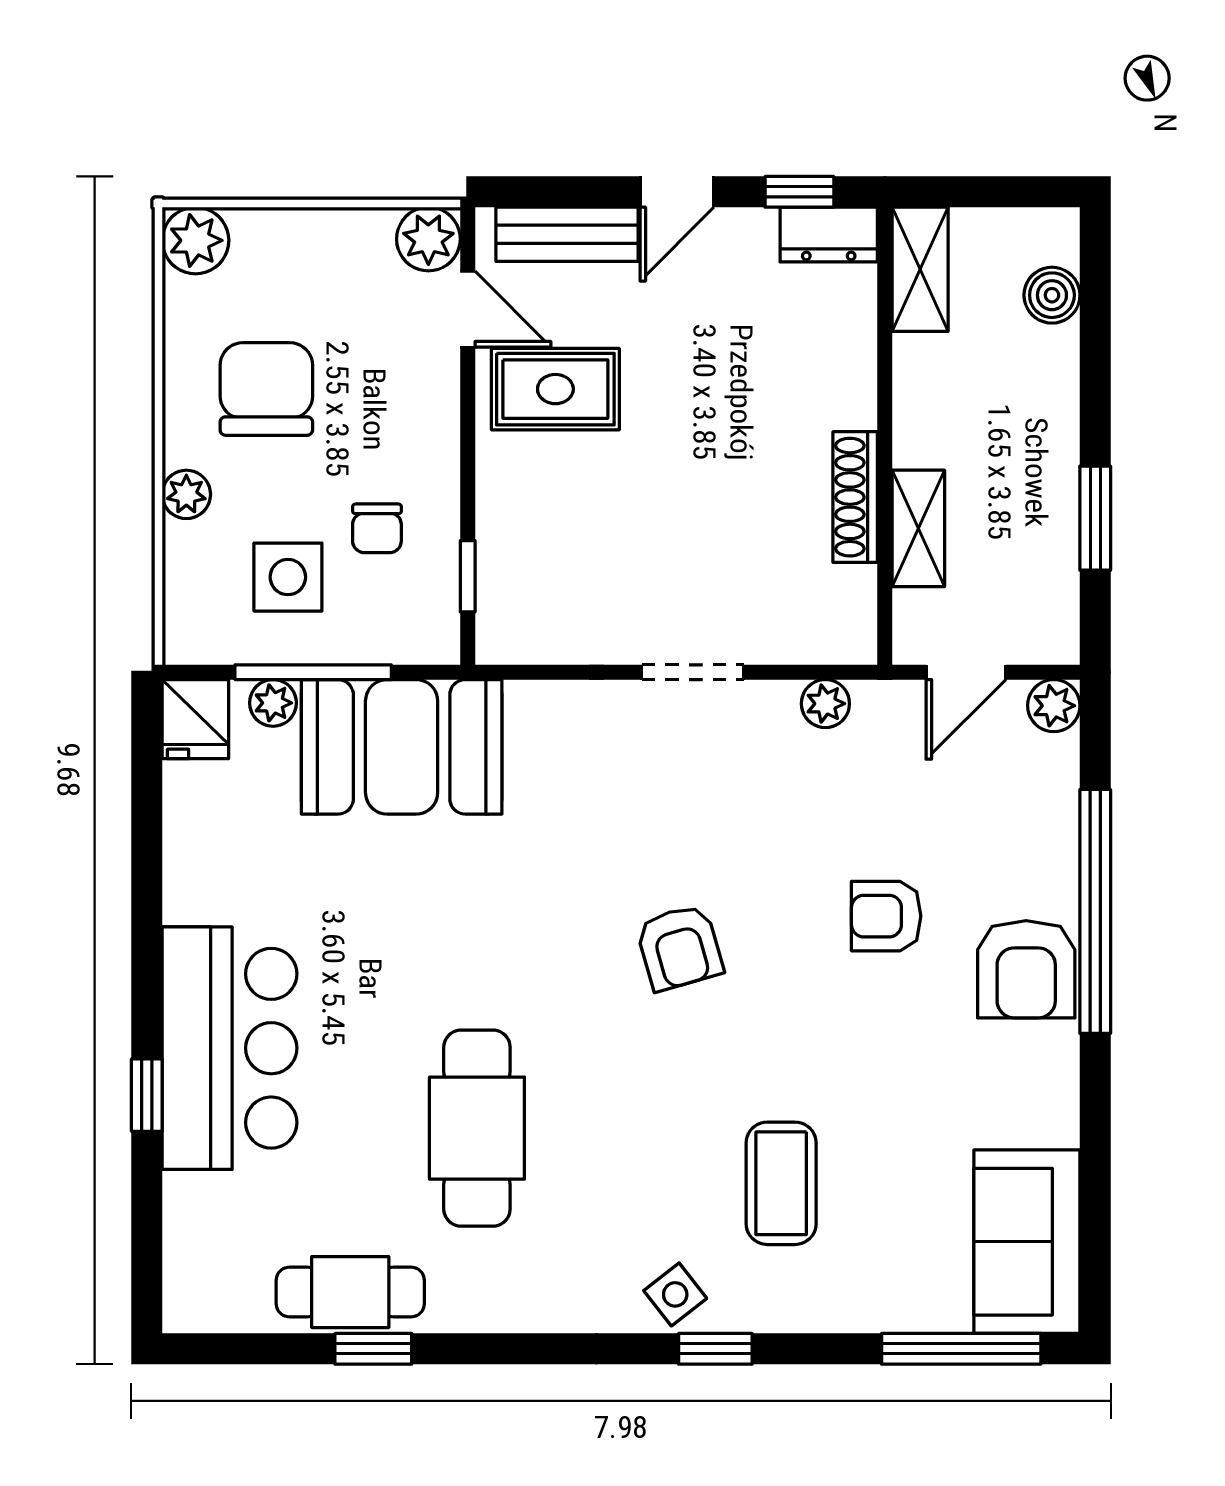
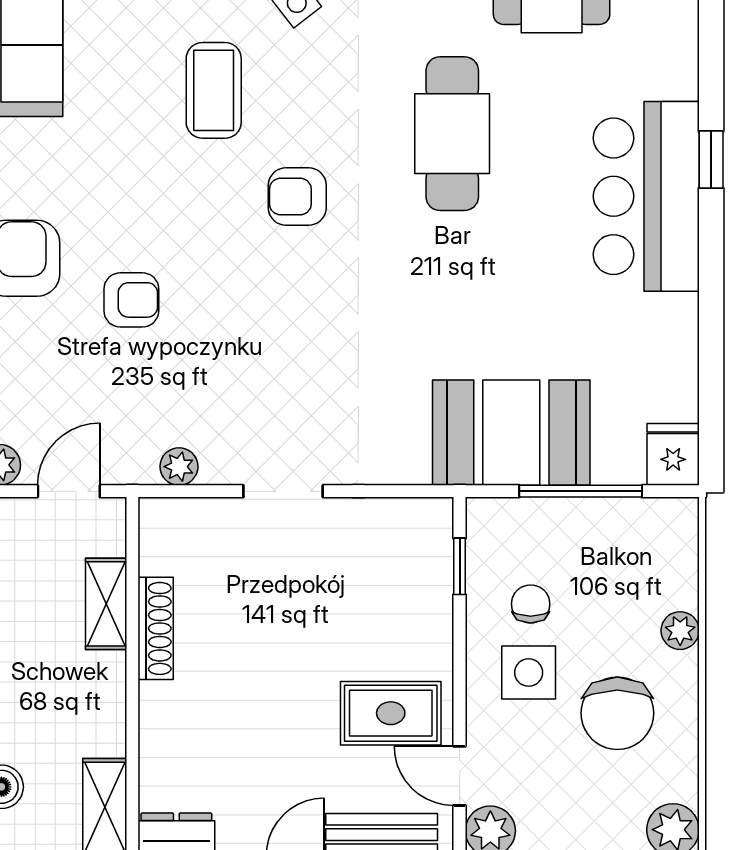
side table: (288, 577) -> (529, 673), moved
plant: (273, 703) -> (612, 467), removed
armchair: (679, 947) -> (297, 197), moved, turned -74

